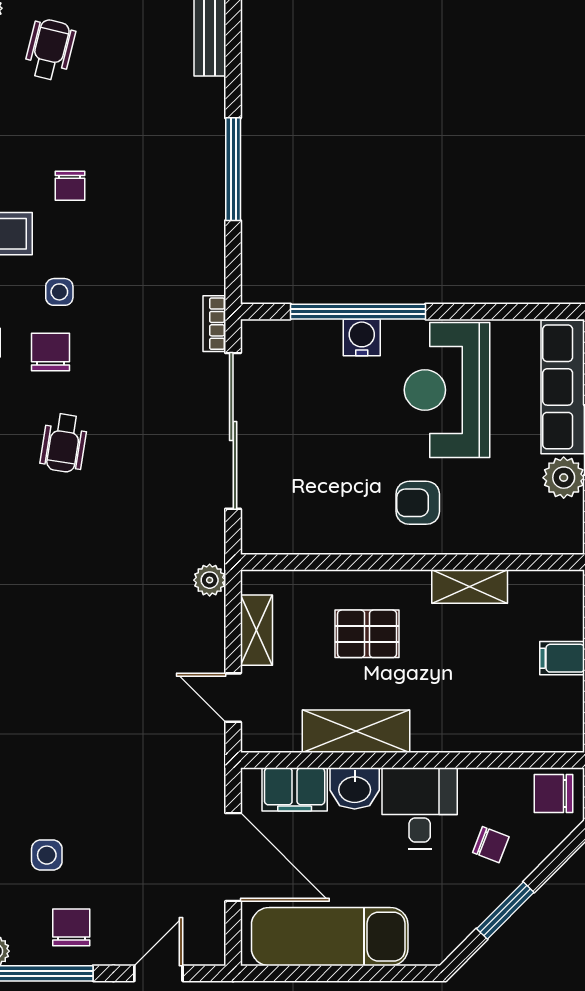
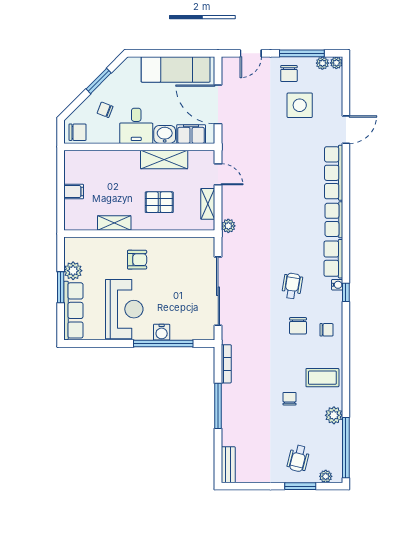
side table: (59, 292) -> (294, 352), removed
bookcase: (214, 324) -> (226, 364), moved, width x1.56
side table: (47, 855) -> (300, 105), width x1.87, depth x1.87

